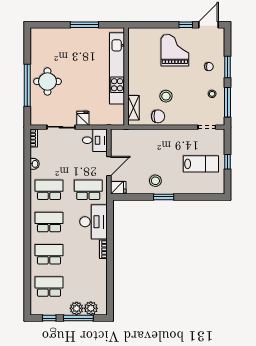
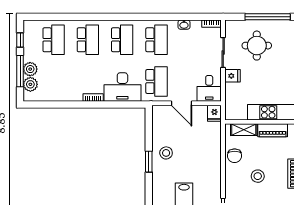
round table: (47, 81) -> (257, 46), moved
piano: (134, 81) -> (273, 130), added
stool: (166, 96) -> (258, 176), moved
fridge: (118, 188) -> (214, 113), moved

